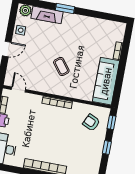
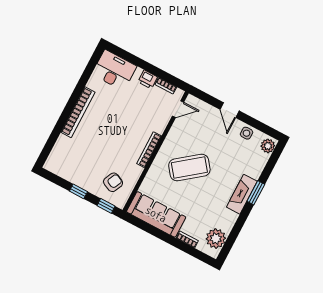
fireplace: (47, 15) -> (242, 194), moved
plant: (110, 29) -> (216, 239), added
coffee table: (61, 66) -> (189, 168), width x1.86, depth x1.72

